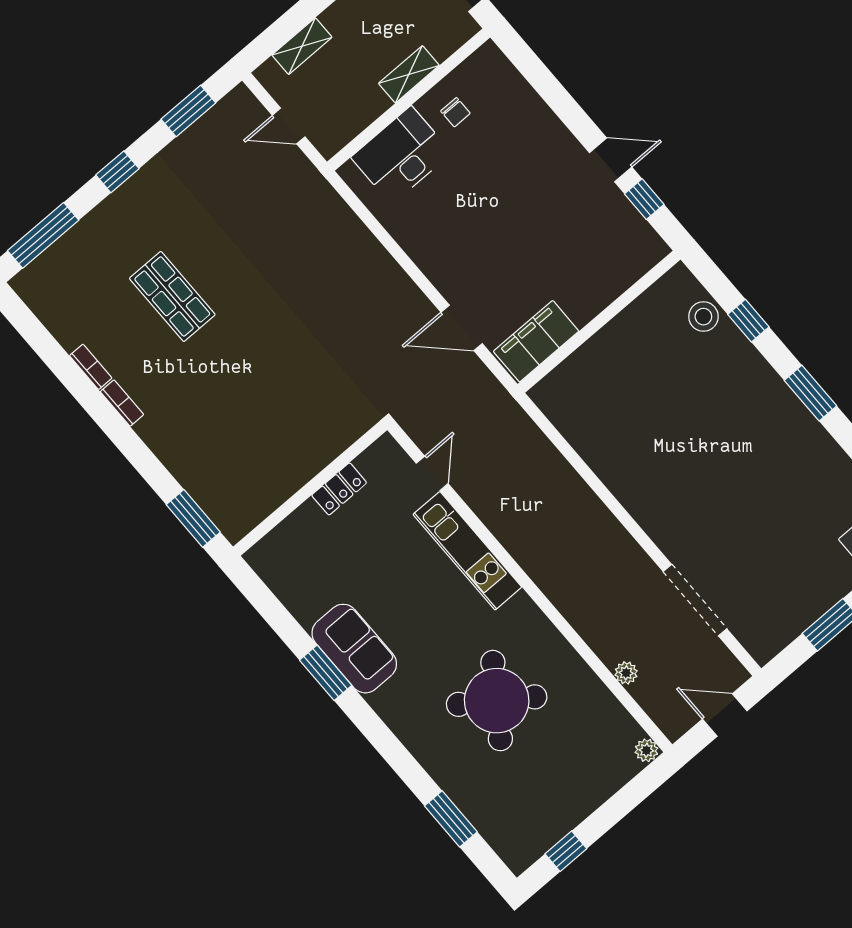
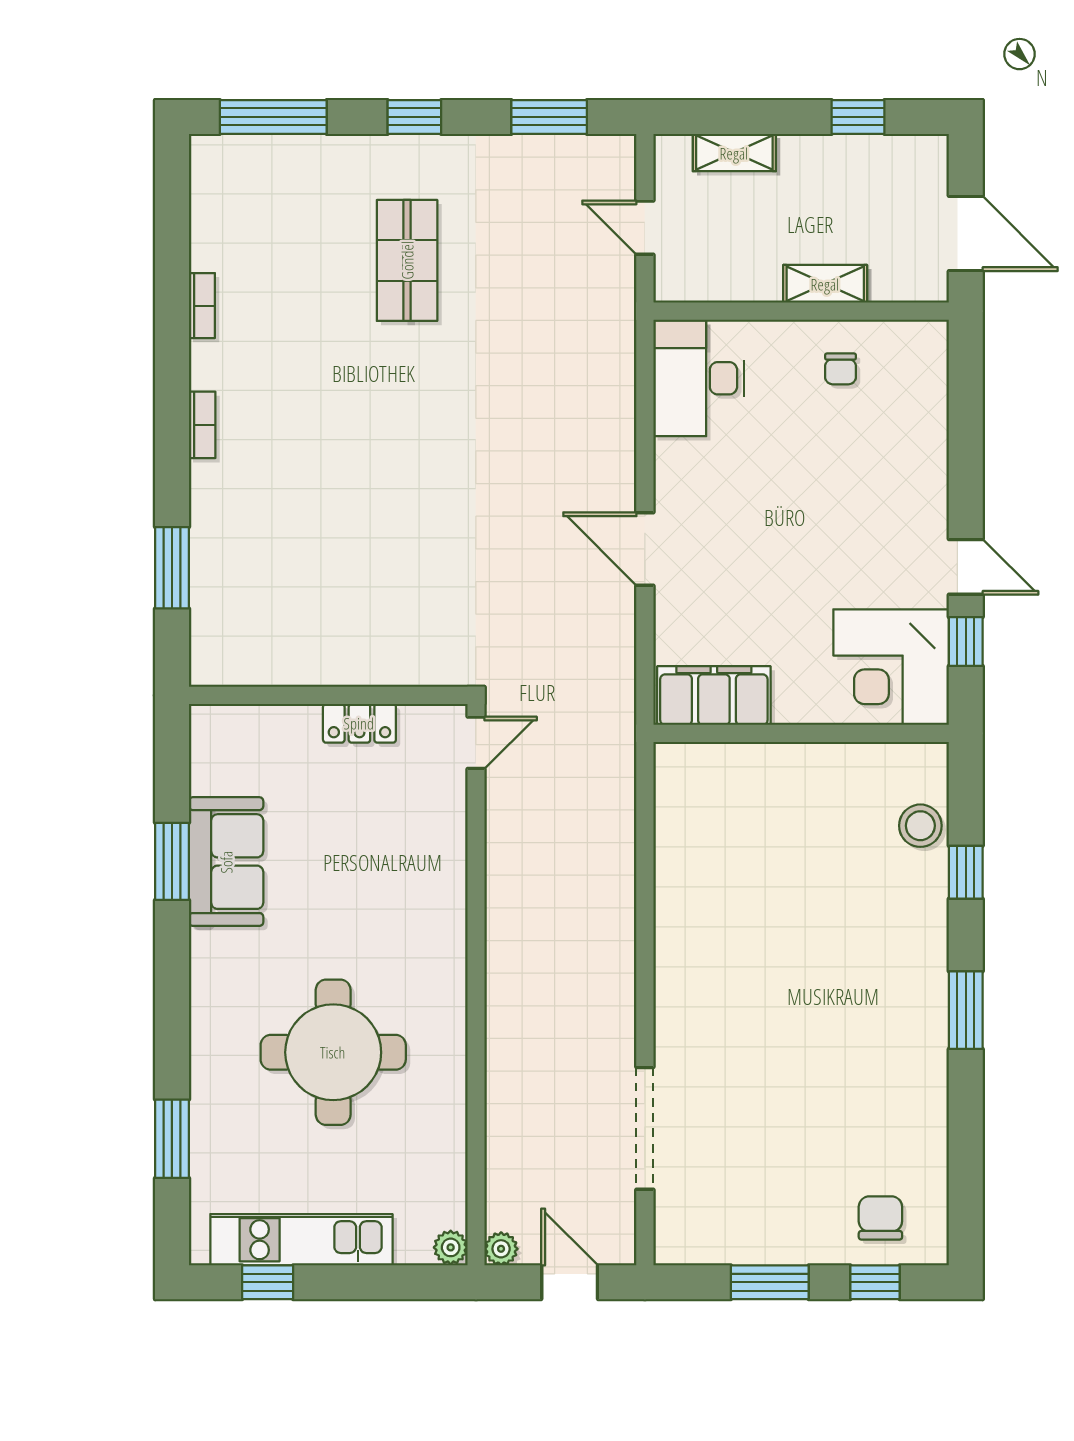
desk: (401, 155) -> (699, 378), moved, turned -90
corner desk: (616, 246) -> (891, 667), added
shop shelf: (172, 296) -> (407, 260), moved
door: (462, 328) -> (645, 549), moved
bookcase: (122, 403) -> (202, 425), moved
wall: (310, 488) -> (328, 695), moved
locker: (339, 489) -> (359, 723), moved
kitchen unit: (467, 551) -> (301, 1240), moved, turned 90
plant: (626, 673) -> (501, 1249), moved
round table: (497, 701) -> (333, 1052), turned -35

